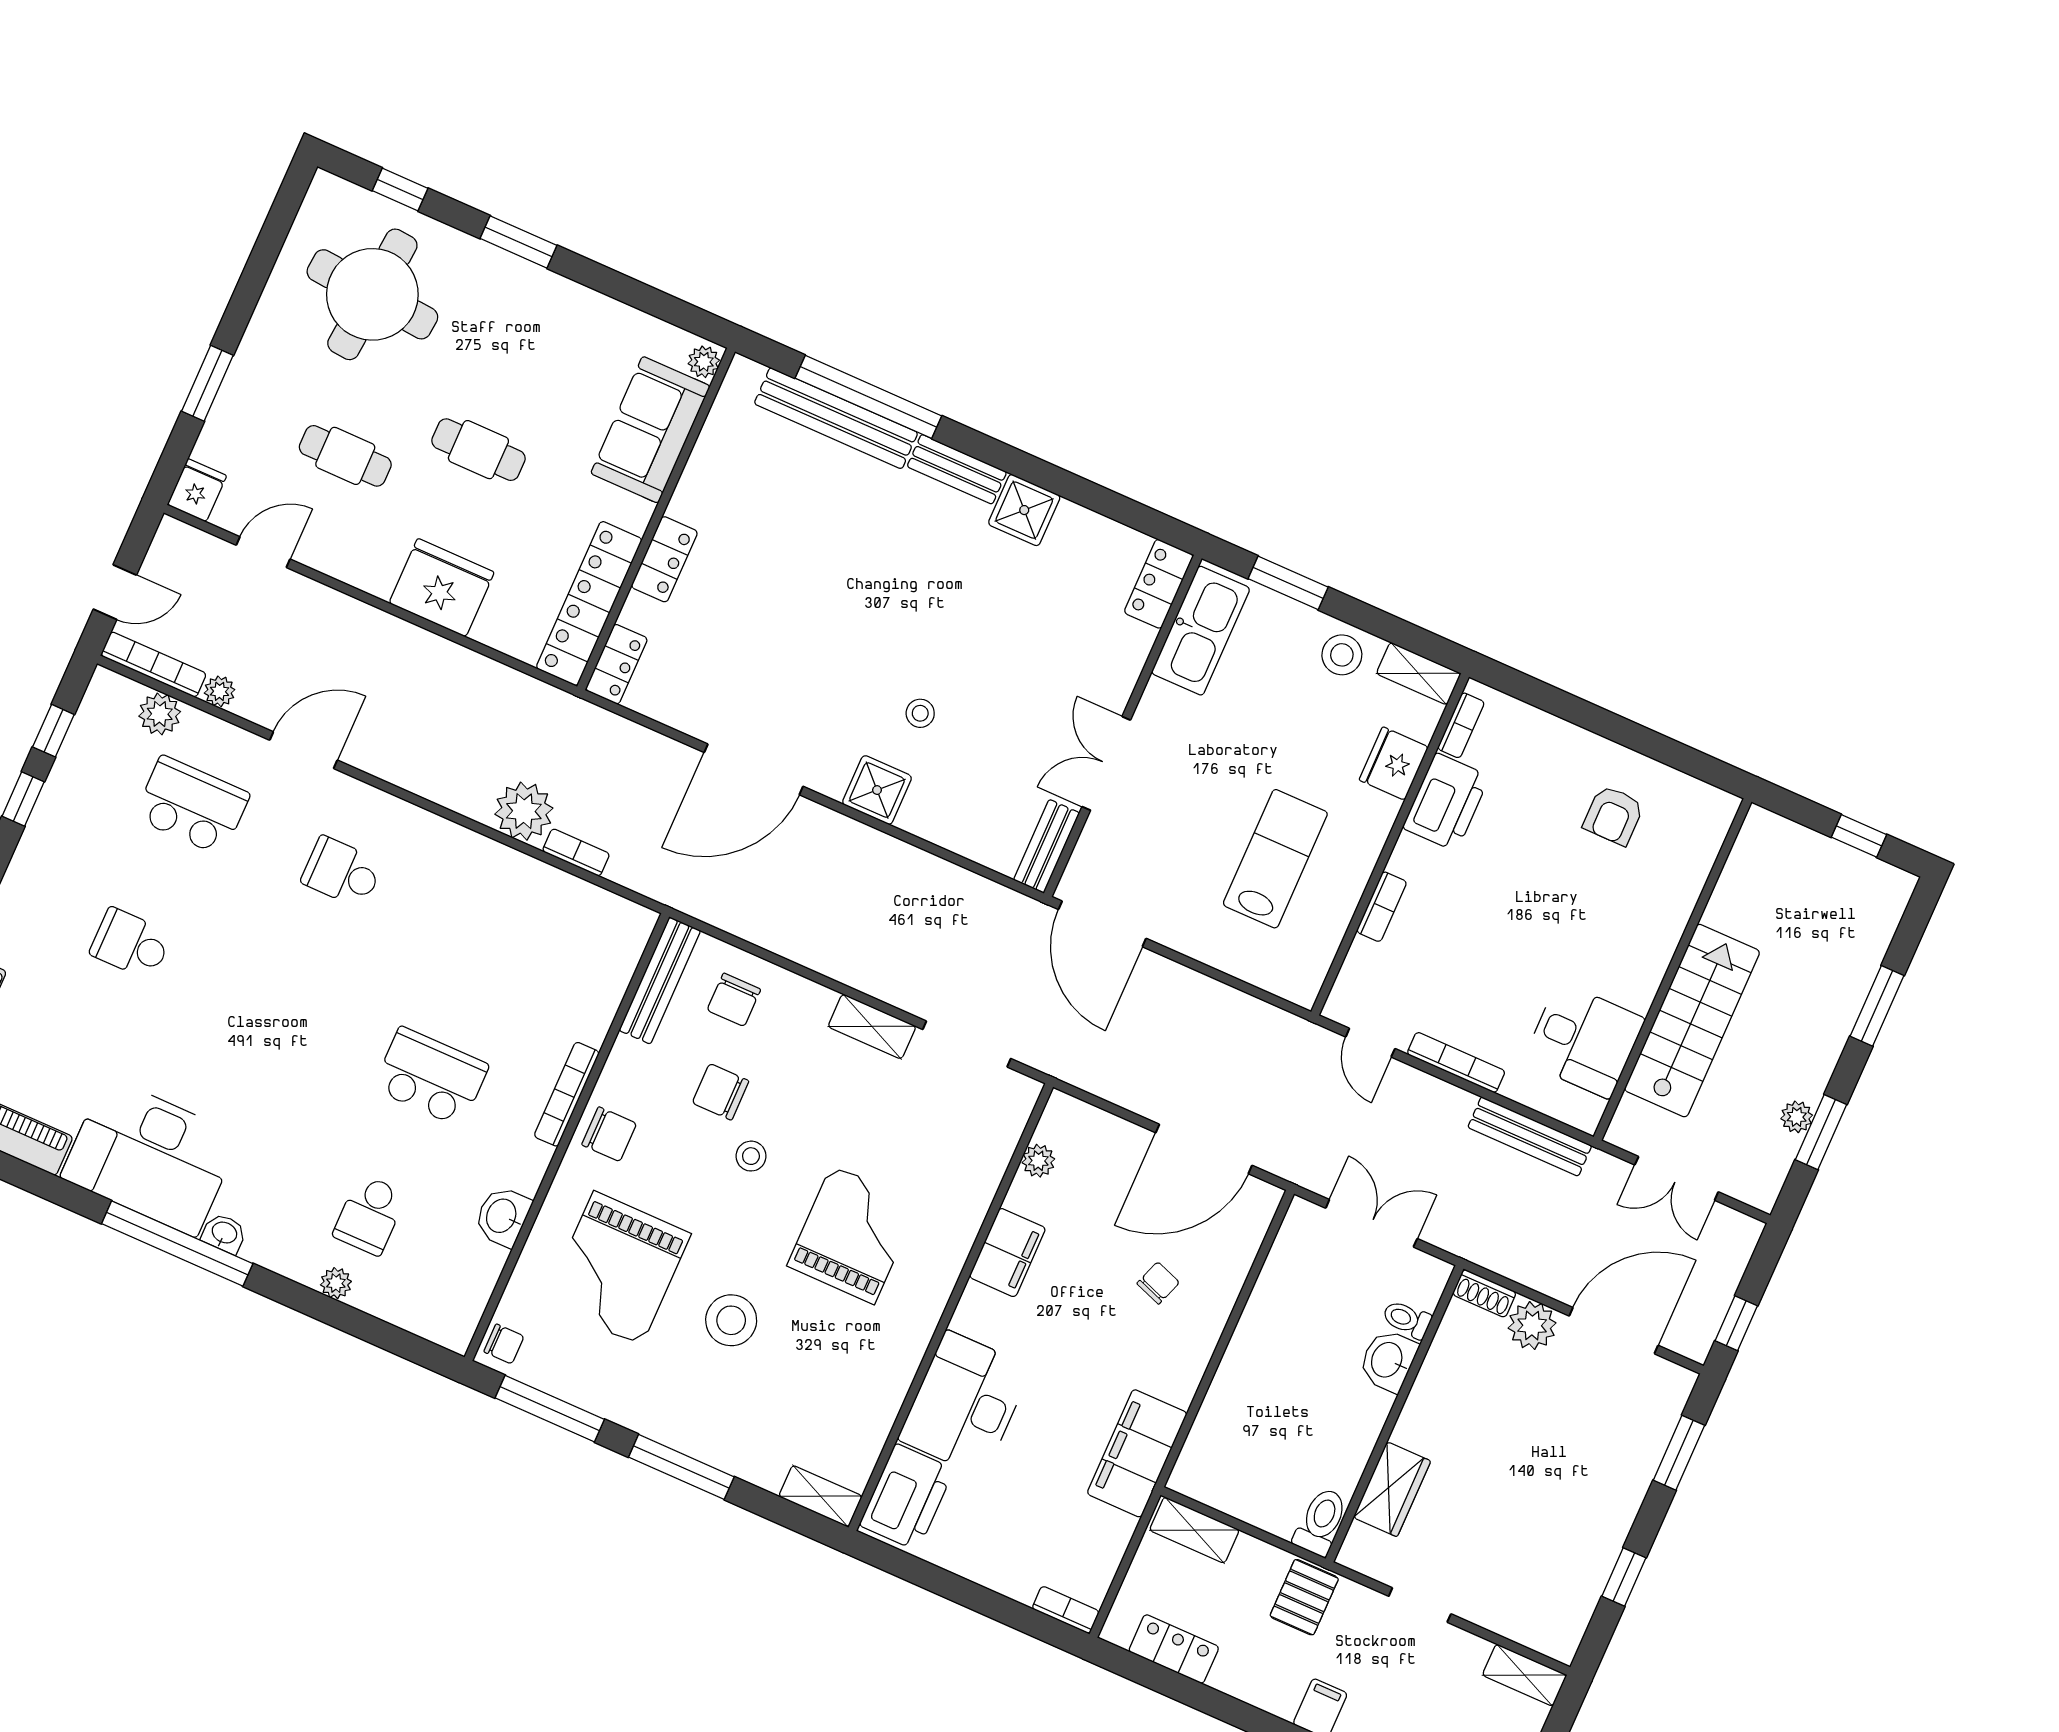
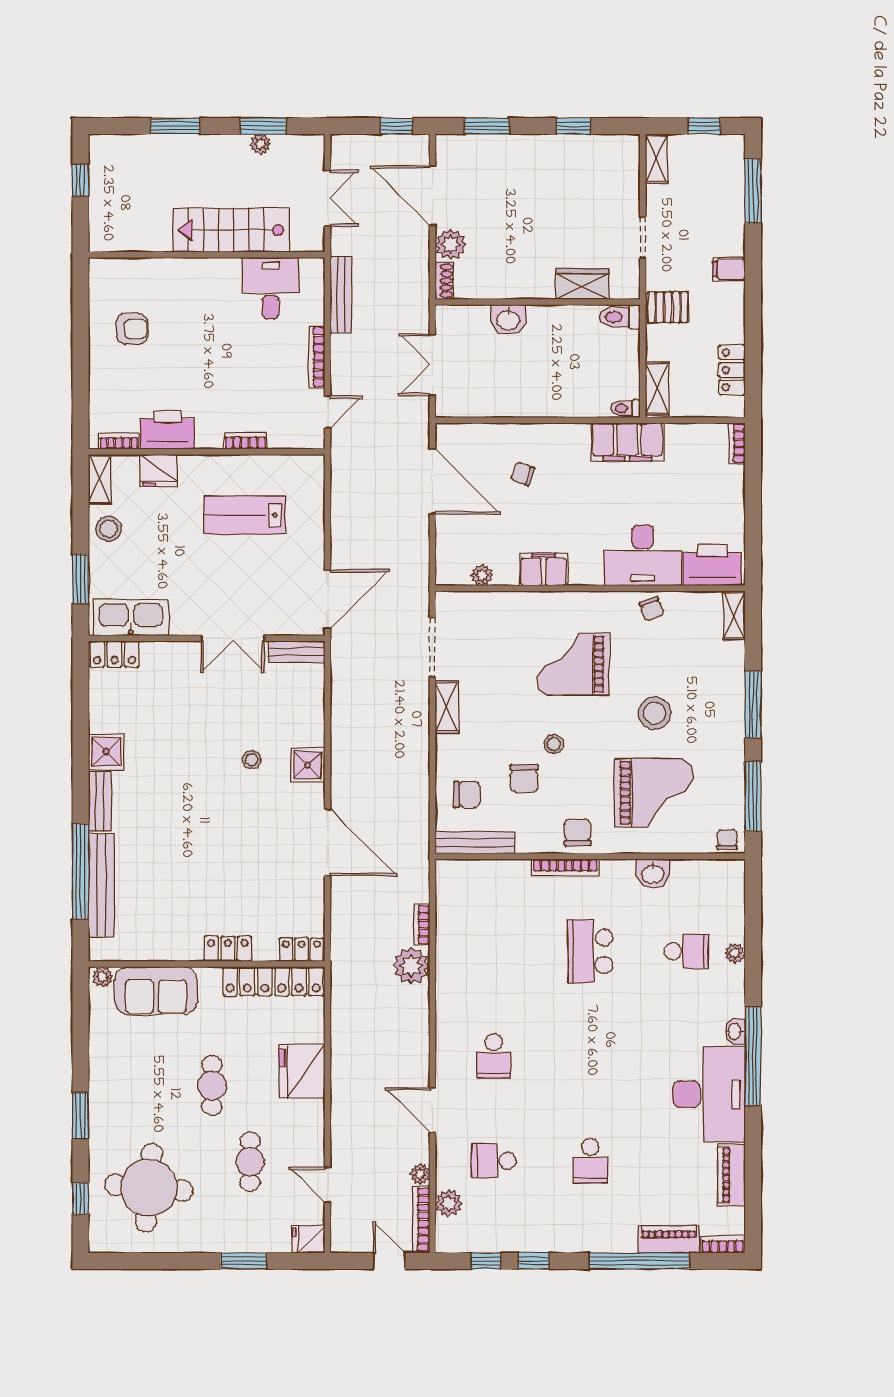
school desk: (192, 806) -> (494, 1161), width x0.54
toilet: (1407, 1319) -> (625, 409), moved, turned 90
chair: (883, 1382) -> (652, 609), added

